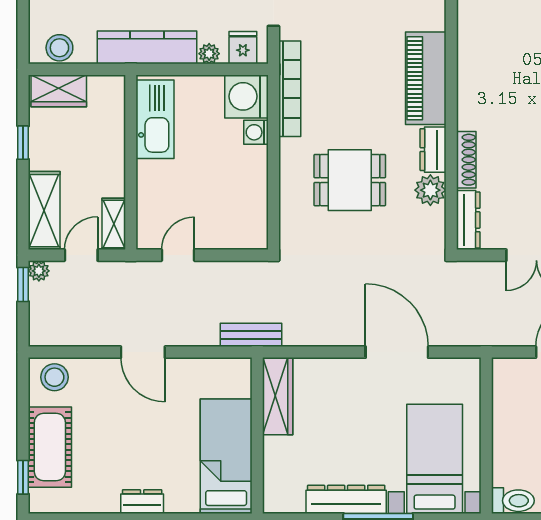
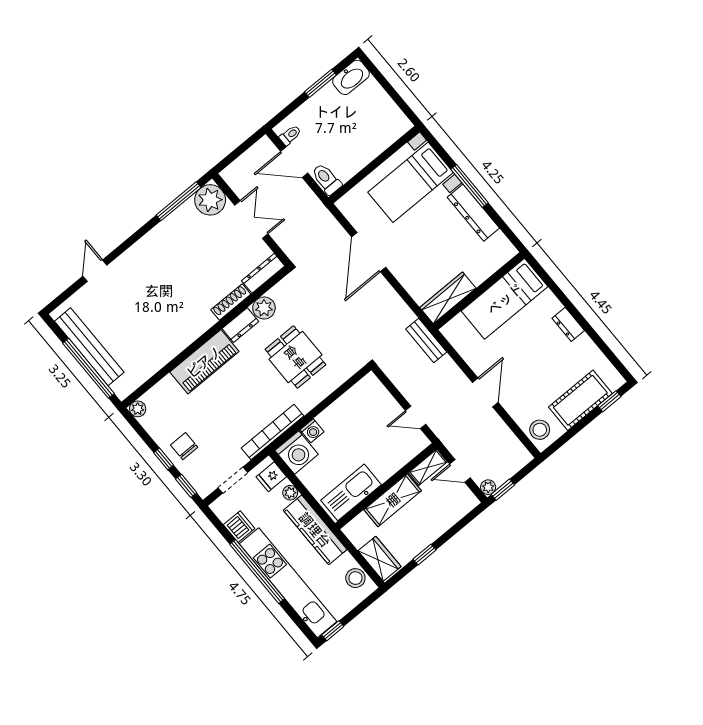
shelving: (44, 211) -> (393, 500), moved
toilet: (513, 501) -> (326, 179), moved

